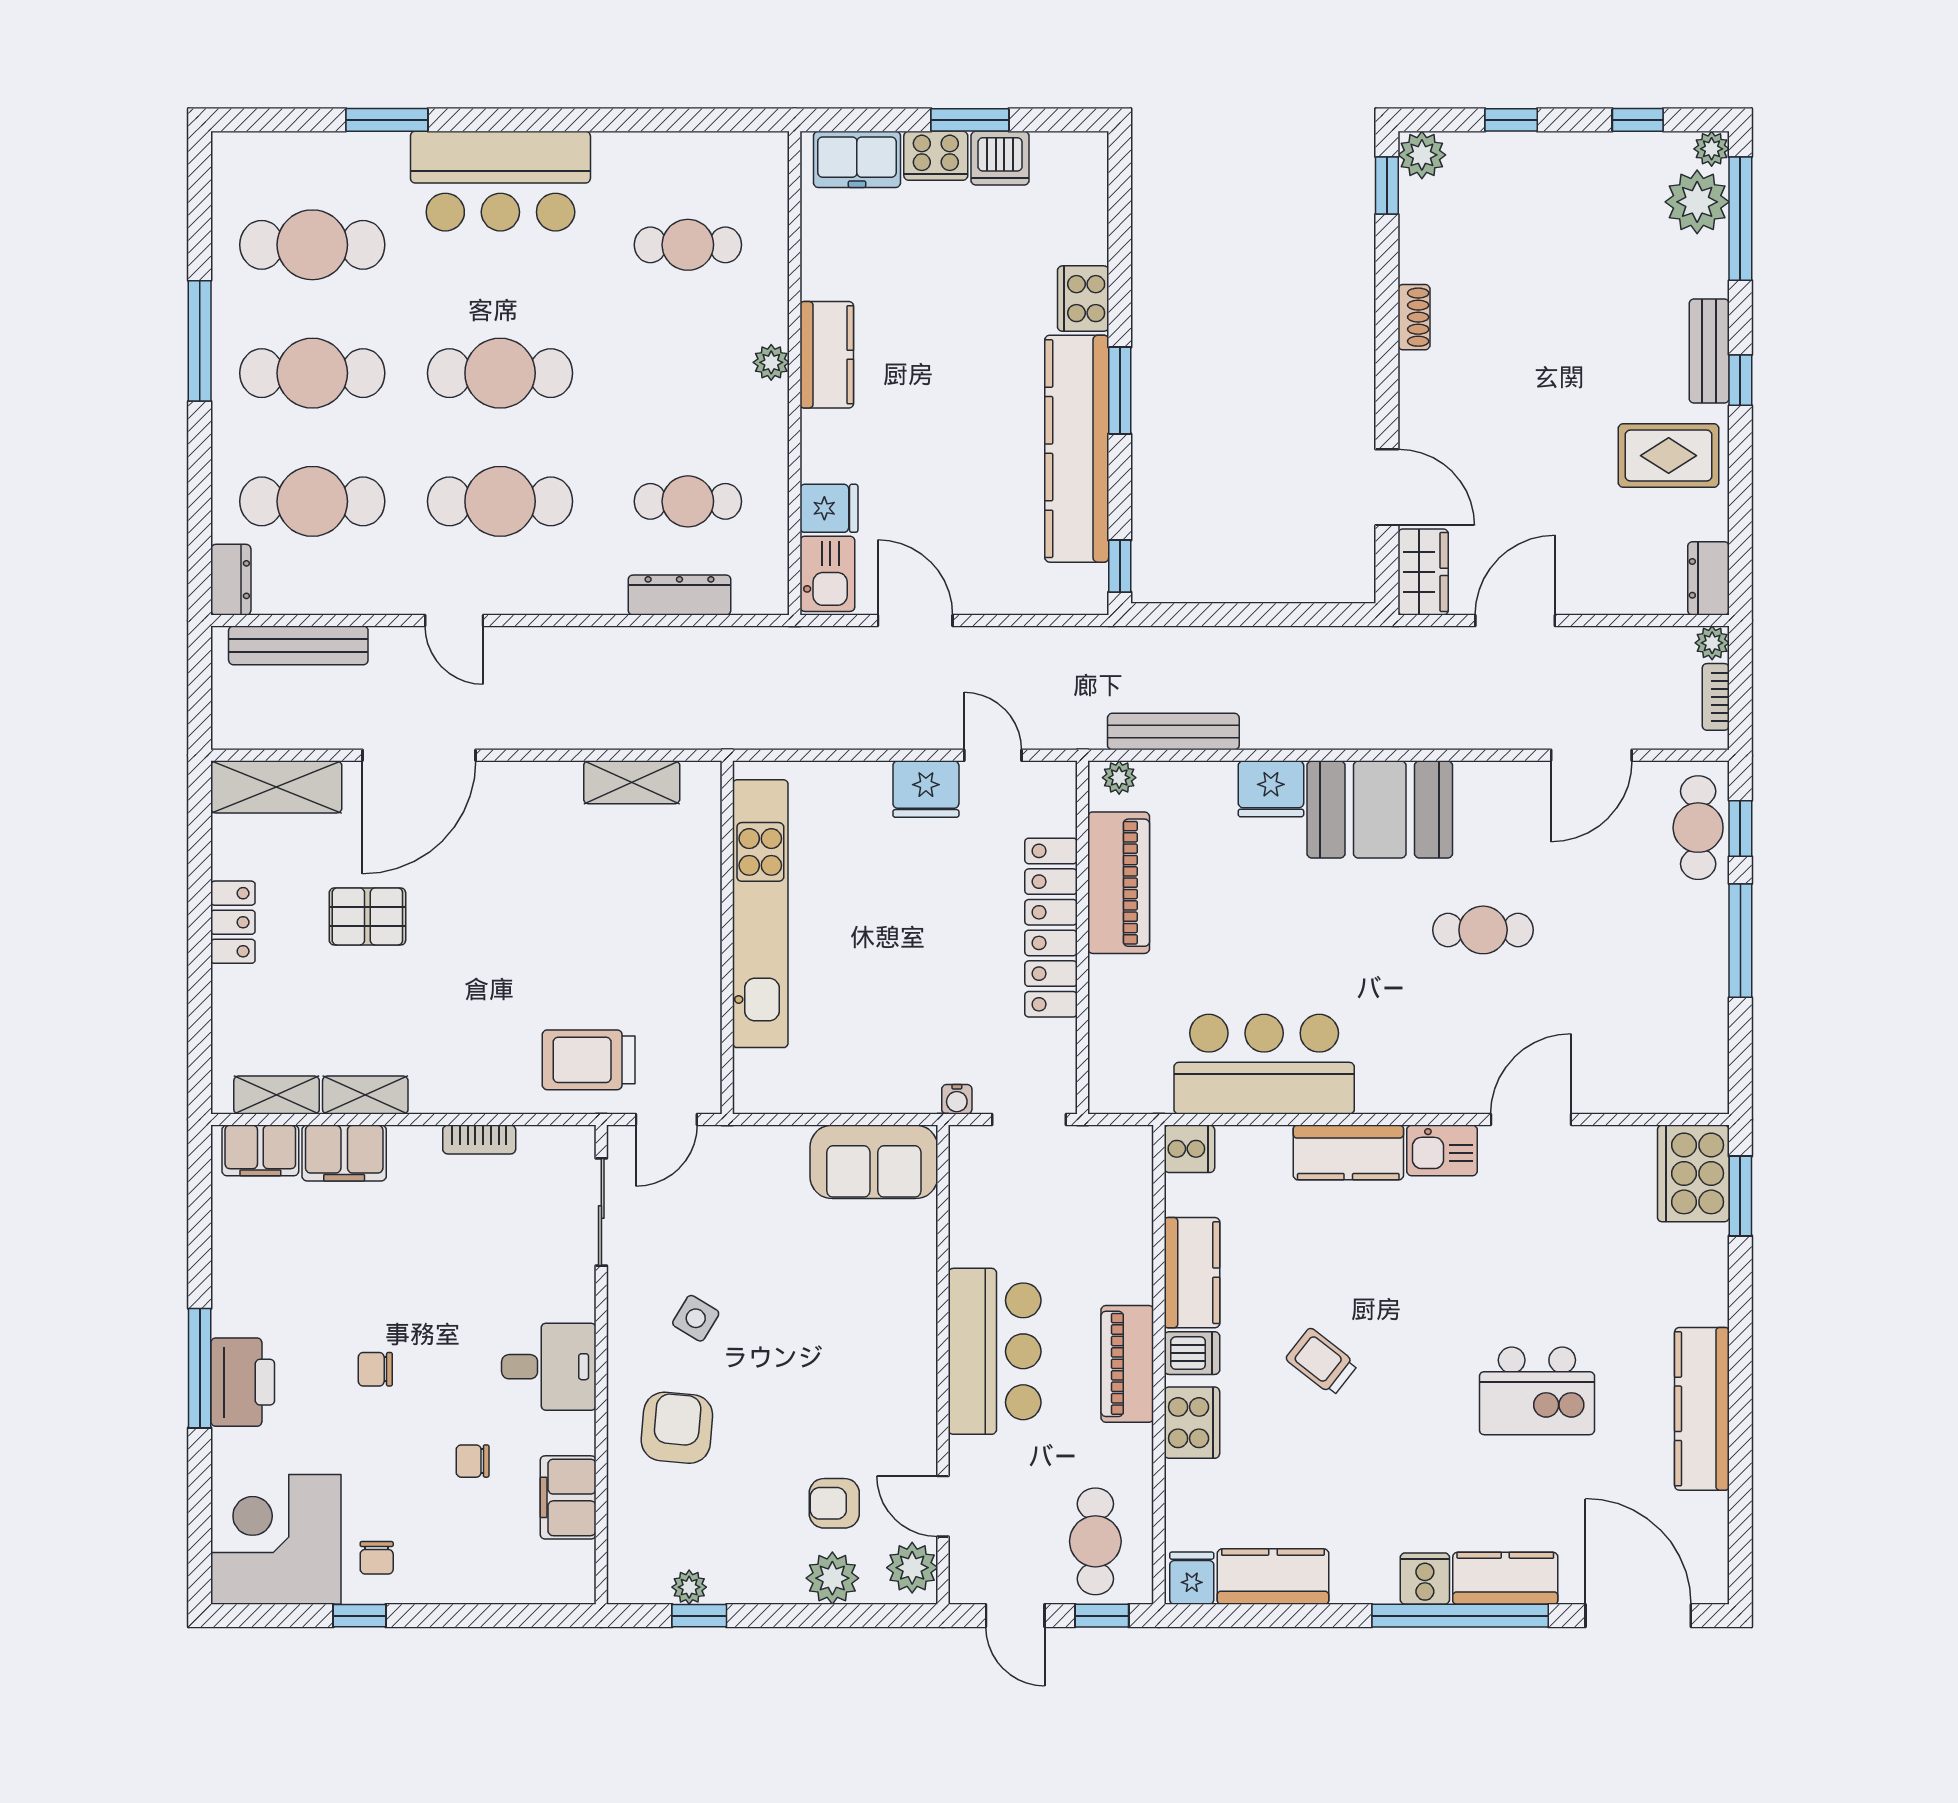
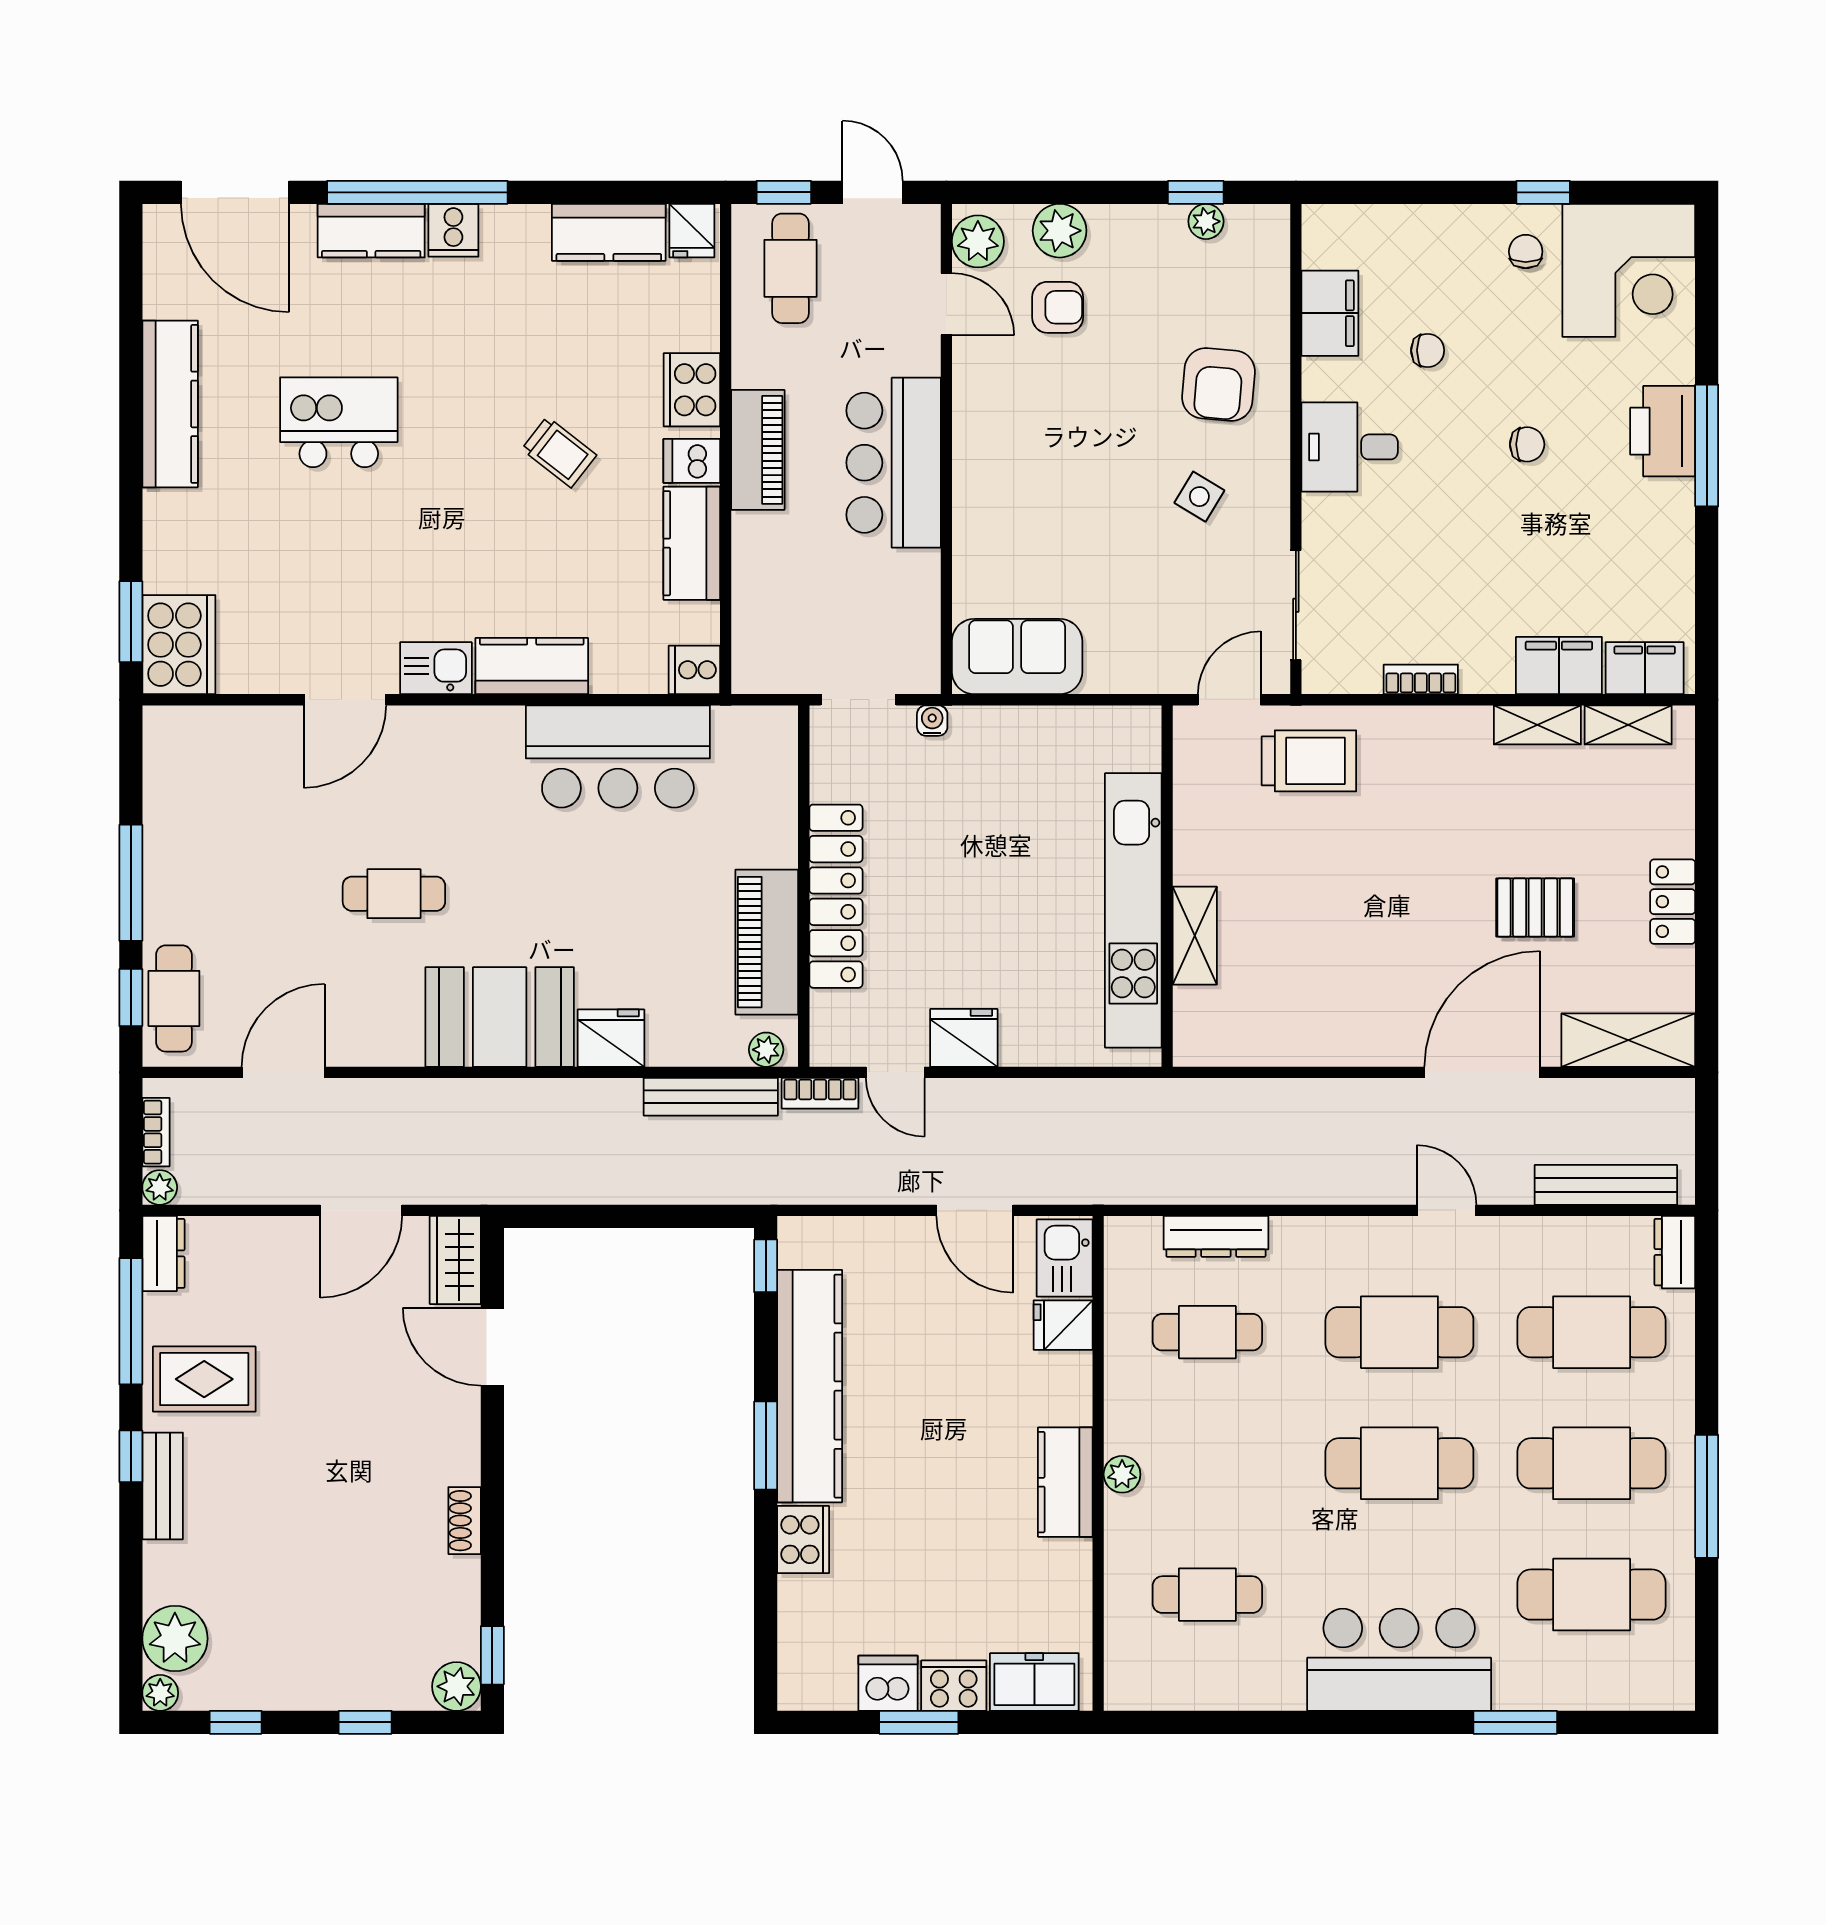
window: (1740, 219) -> (131, 1321), moved
bookcase: (1067, 735) -> (820, 1093), added
shelving: (632, 782) -> (1195, 936), moved, turned 90

